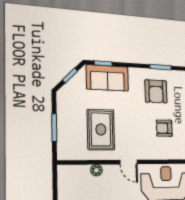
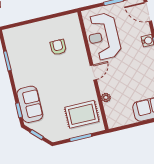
armchair: (156, 91) -> (29, 61), removed
armchair: (164, 128) -> (58, 47), turned 180
rug: (101, 130) -> (82, 114), moved

